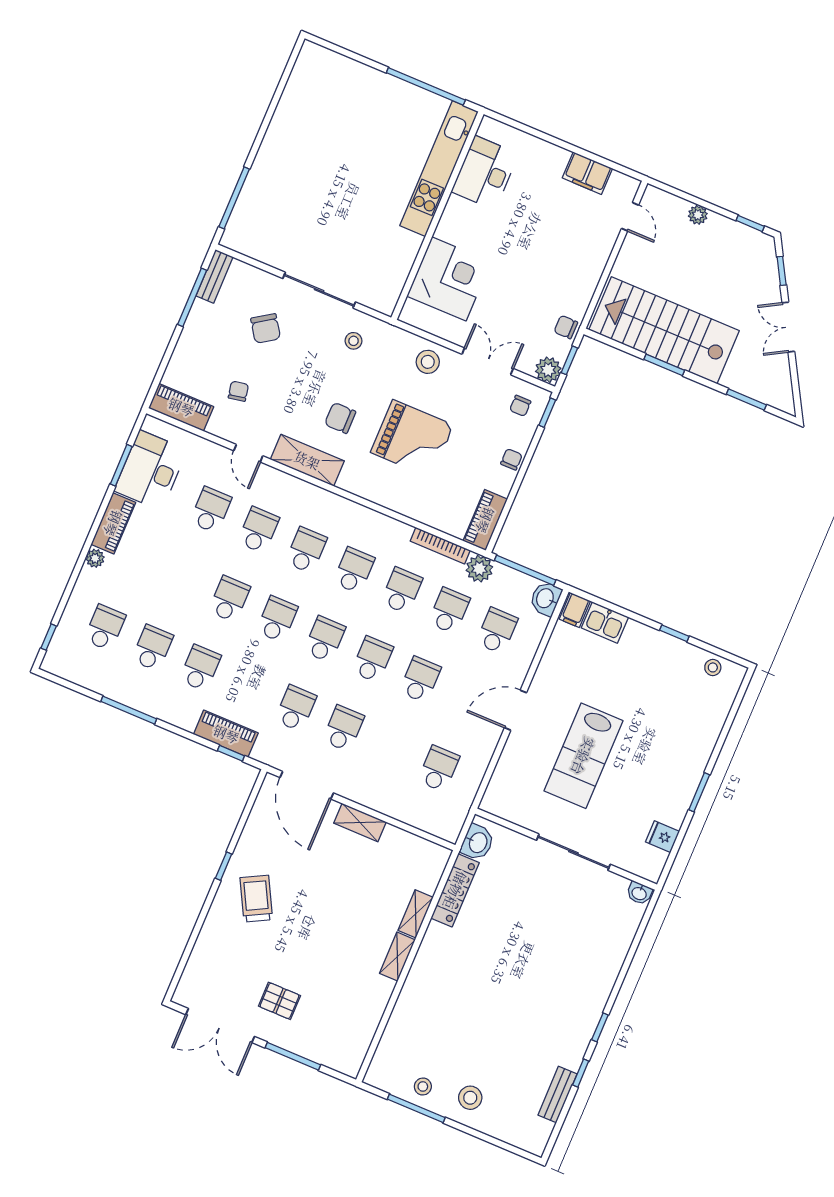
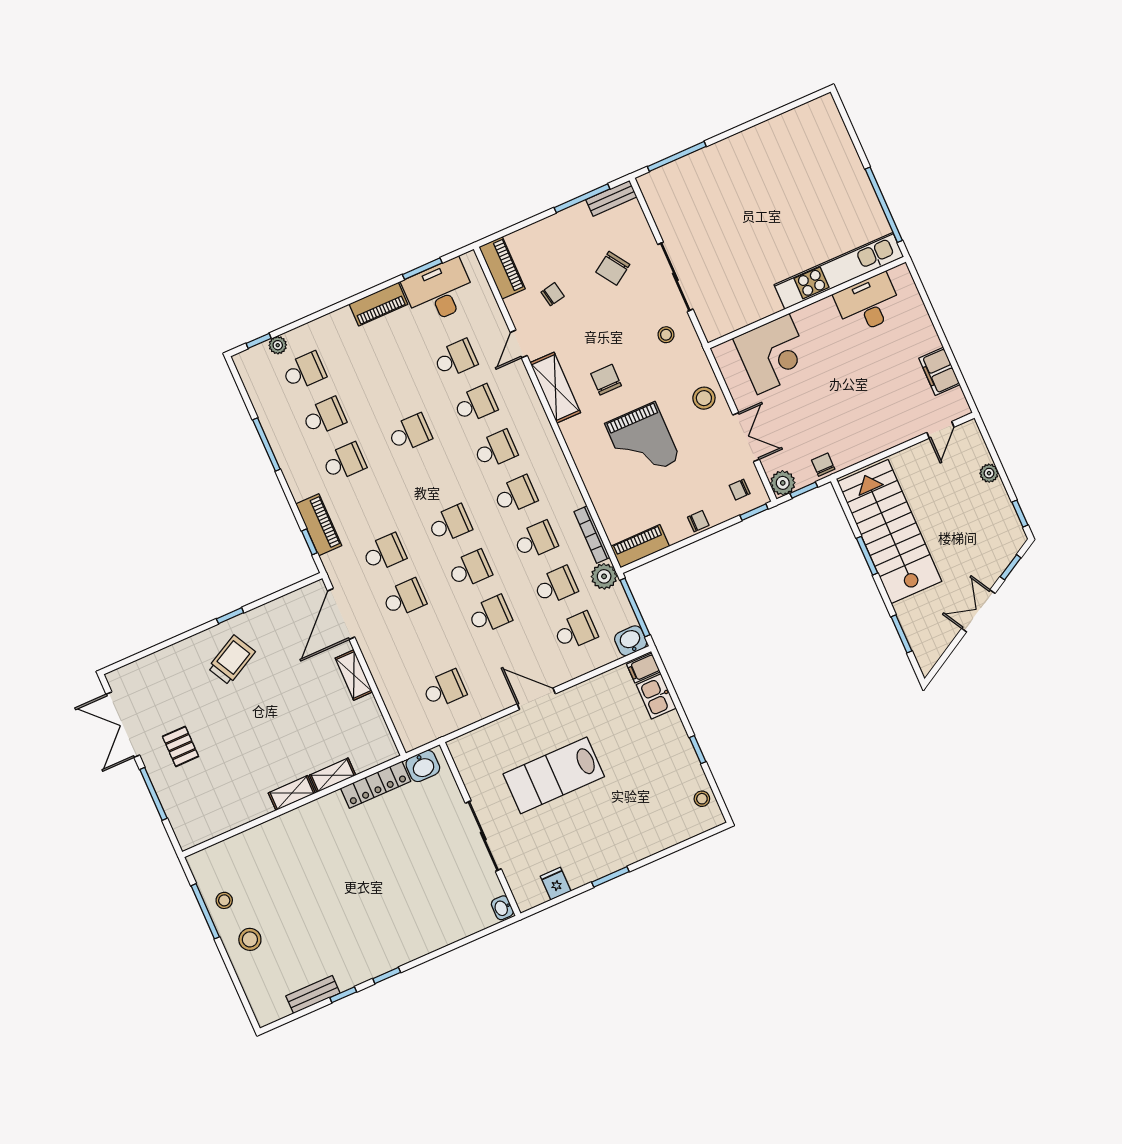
plant: (95, 558) -> (278, 345), moved
school desk: (277, 619) -> (430, 478), removed

